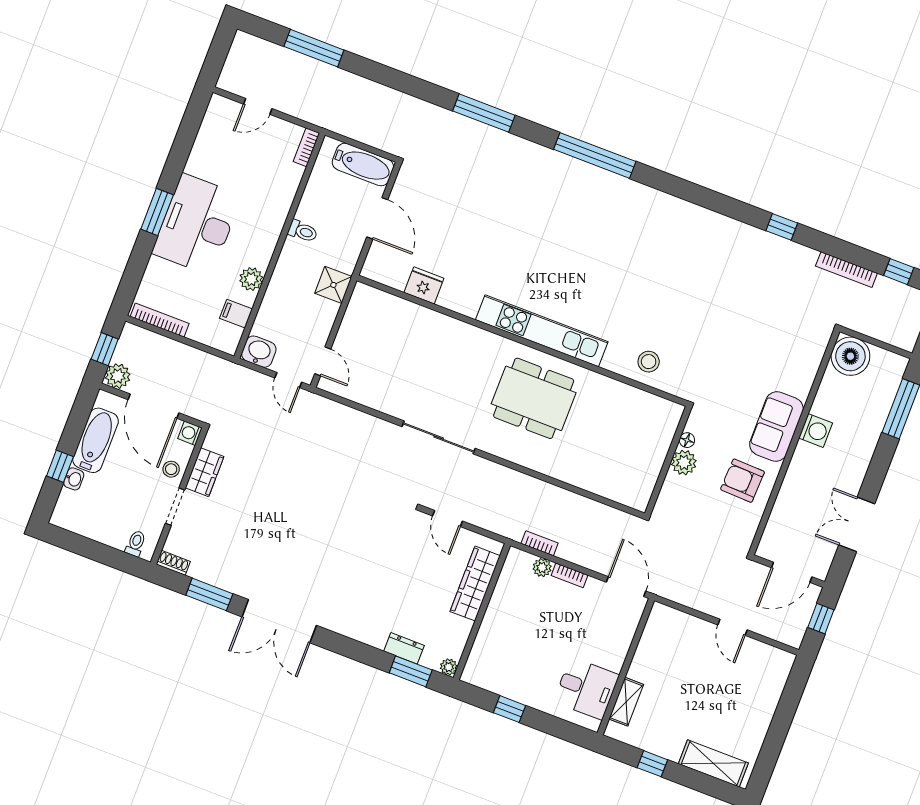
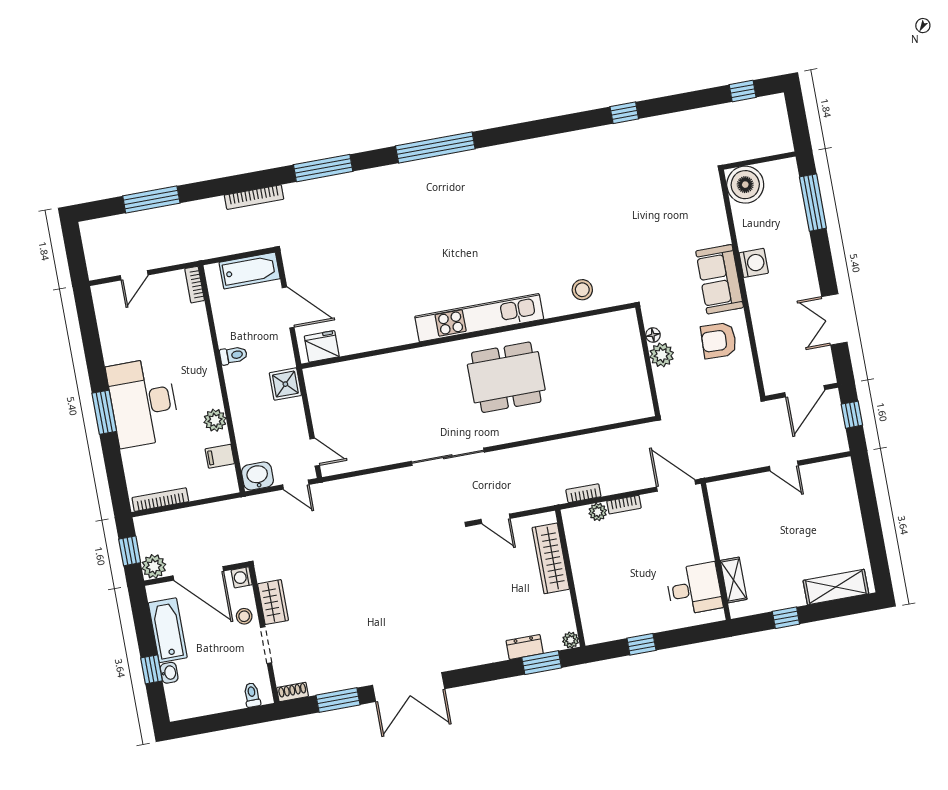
bookcase: (846, 270) -> (254, 197), moved
fridge: (424, 285) -> (322, 346), moved

